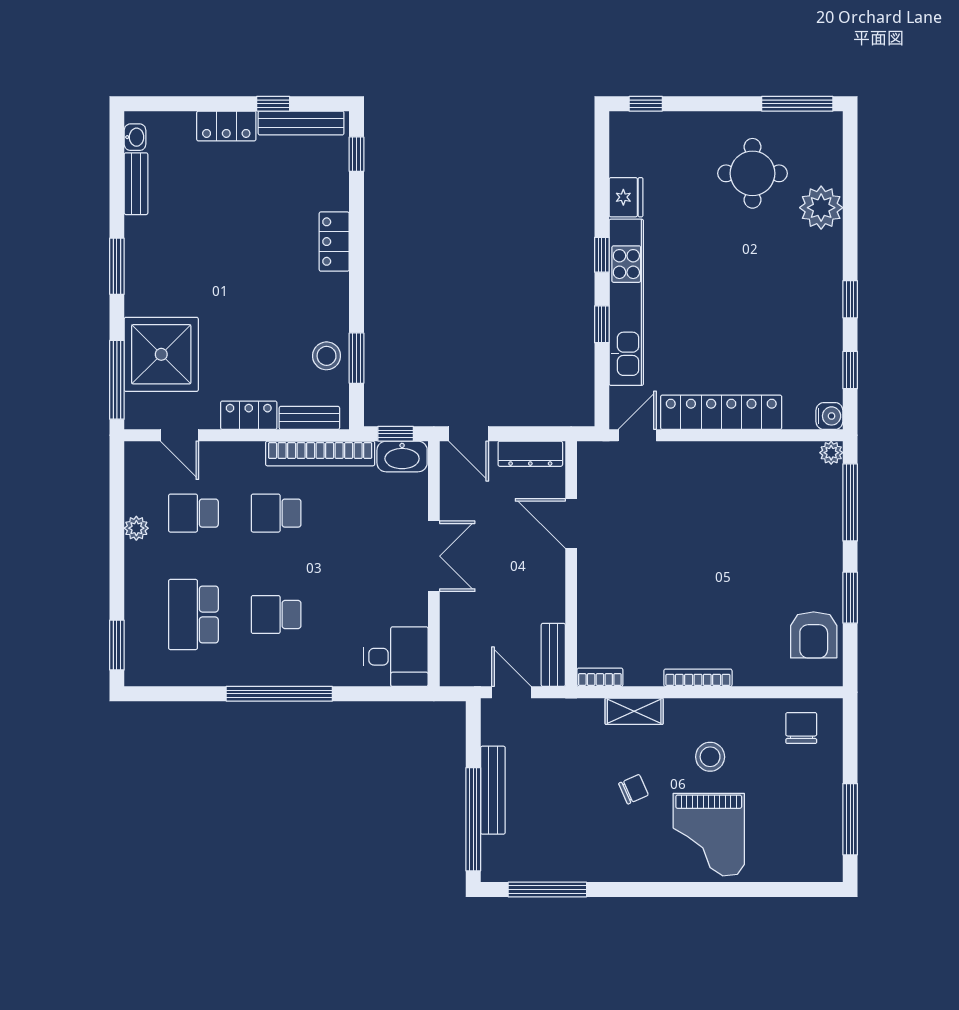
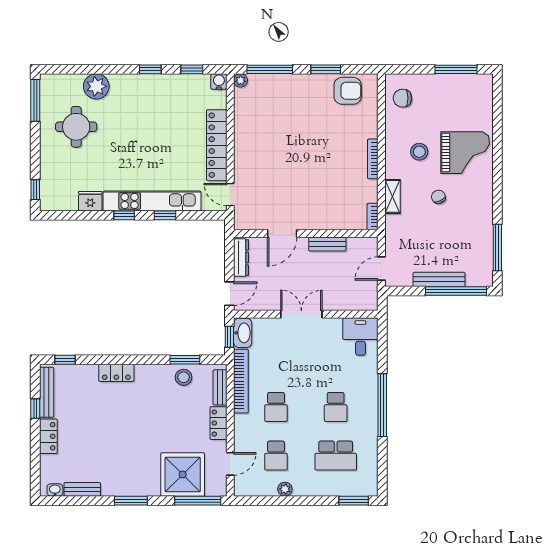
bench: (553, 655) -> (327, 244), moved

